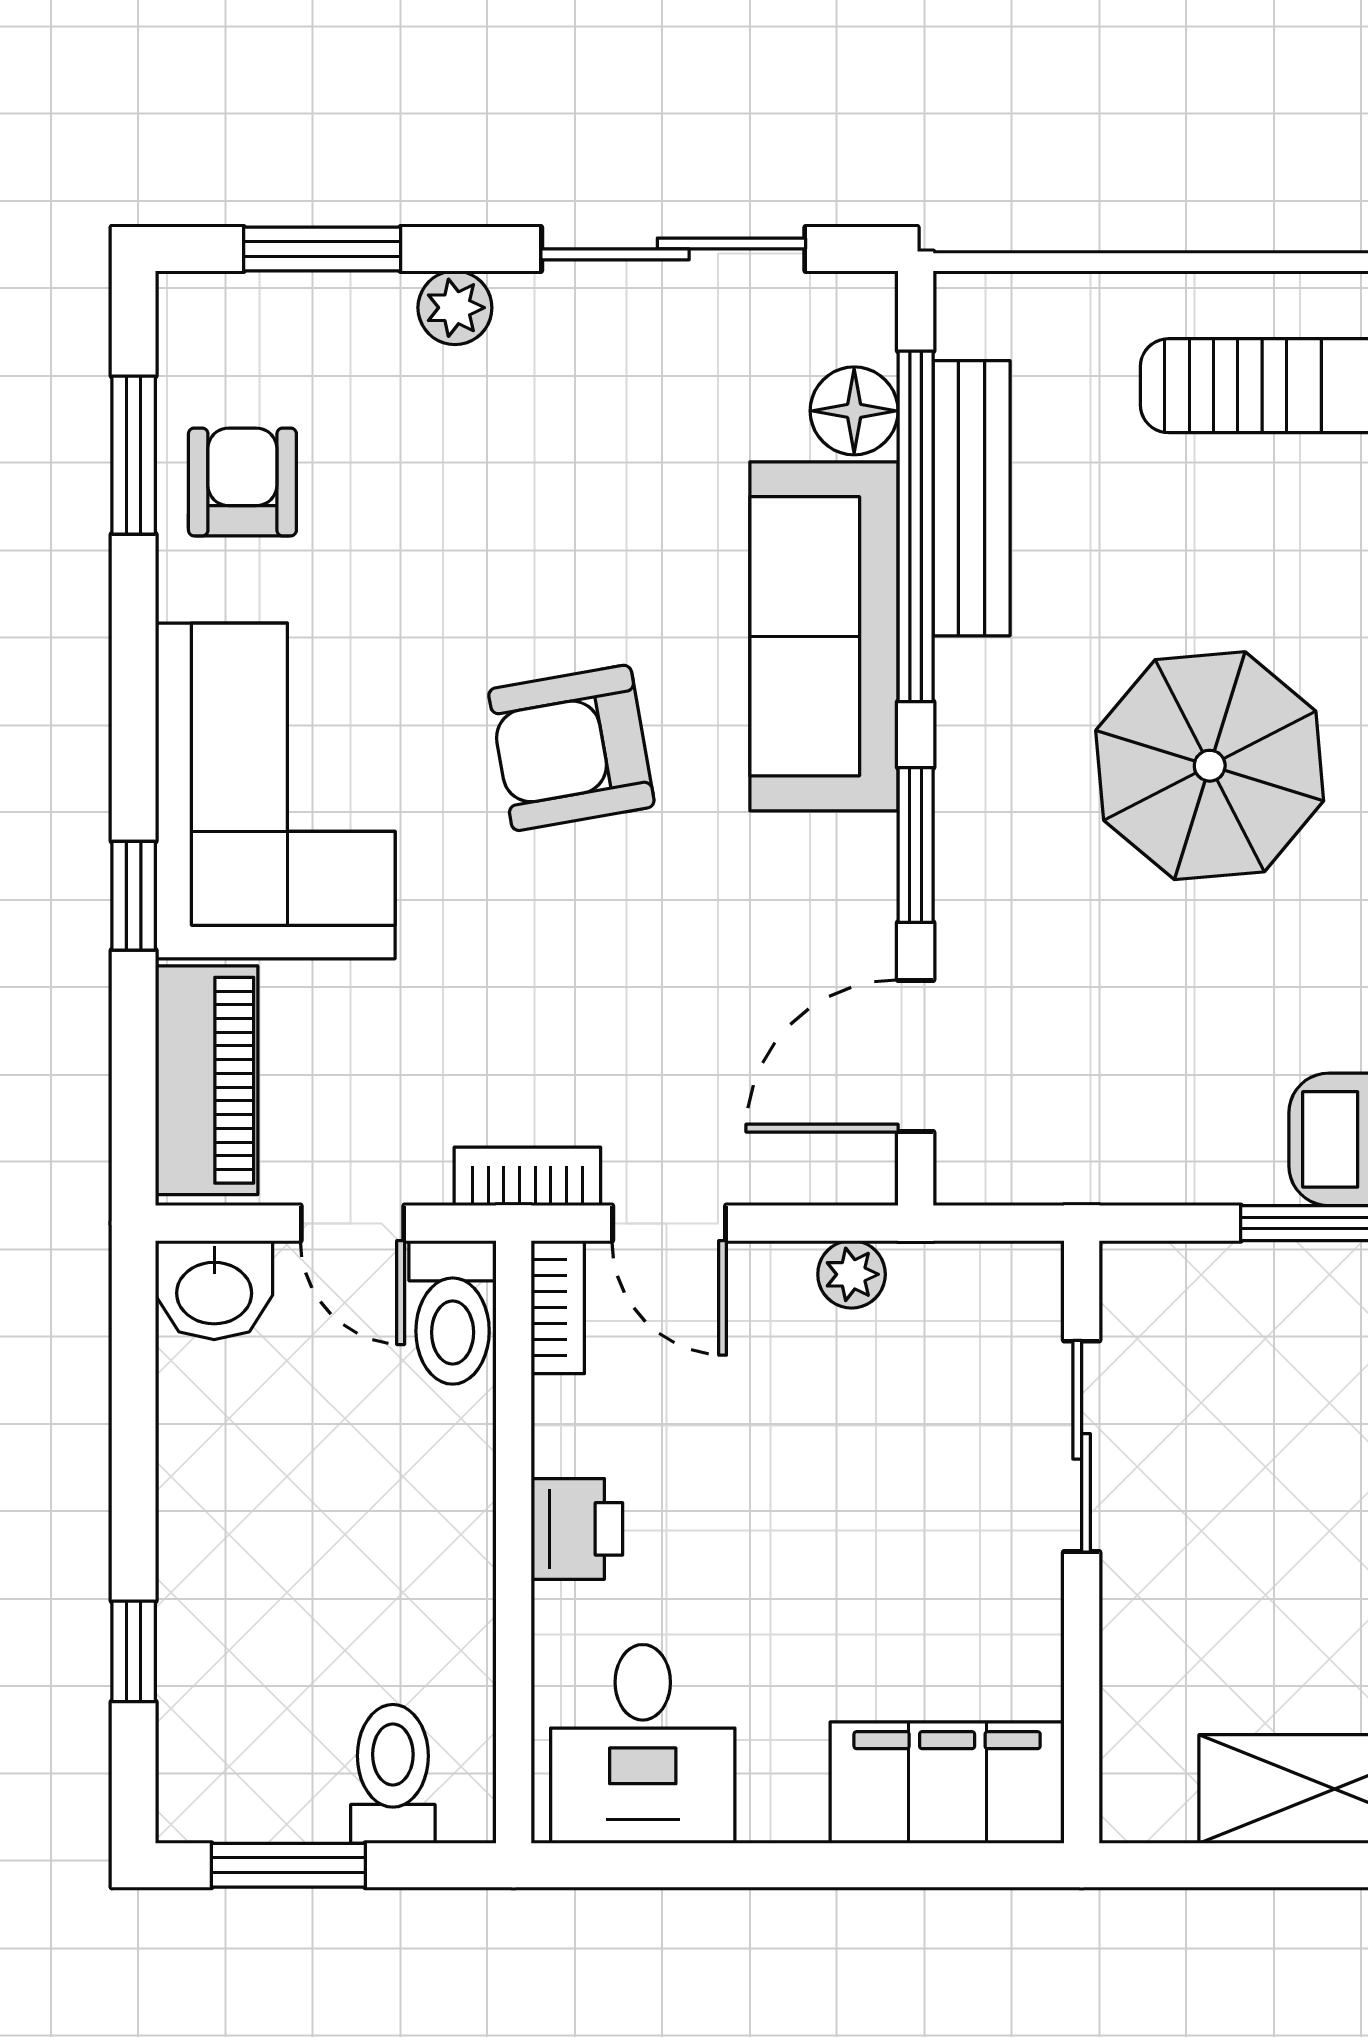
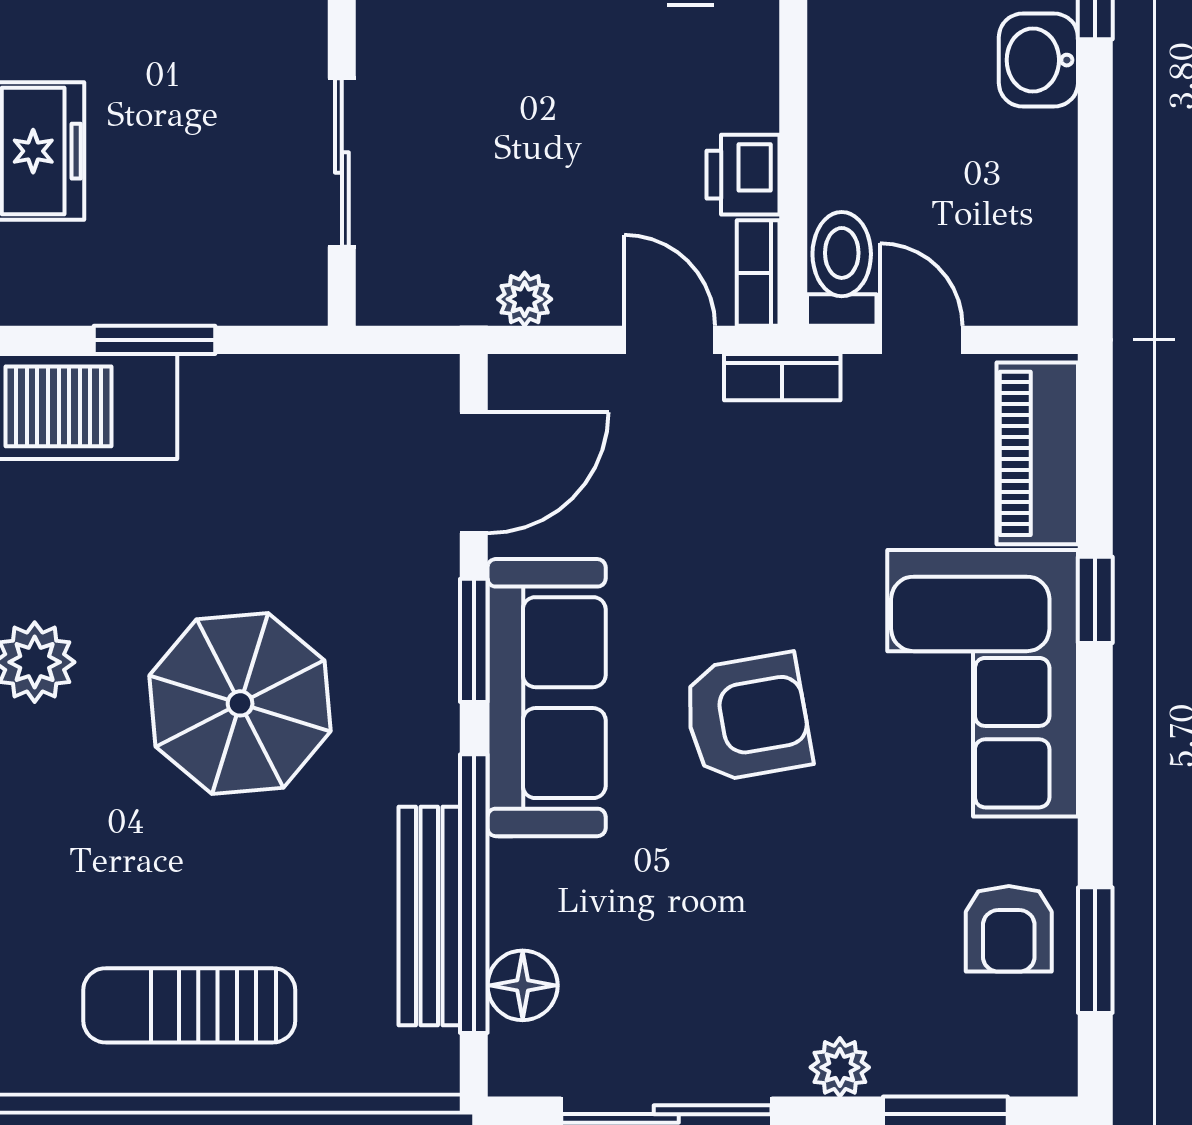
sofa: (824, 636) -> (547, 698), moved
washbasin: (214, 1290) -> (1038, 60), moved, turned -90
printer: (577, 1529) -> (743, 175), moved

